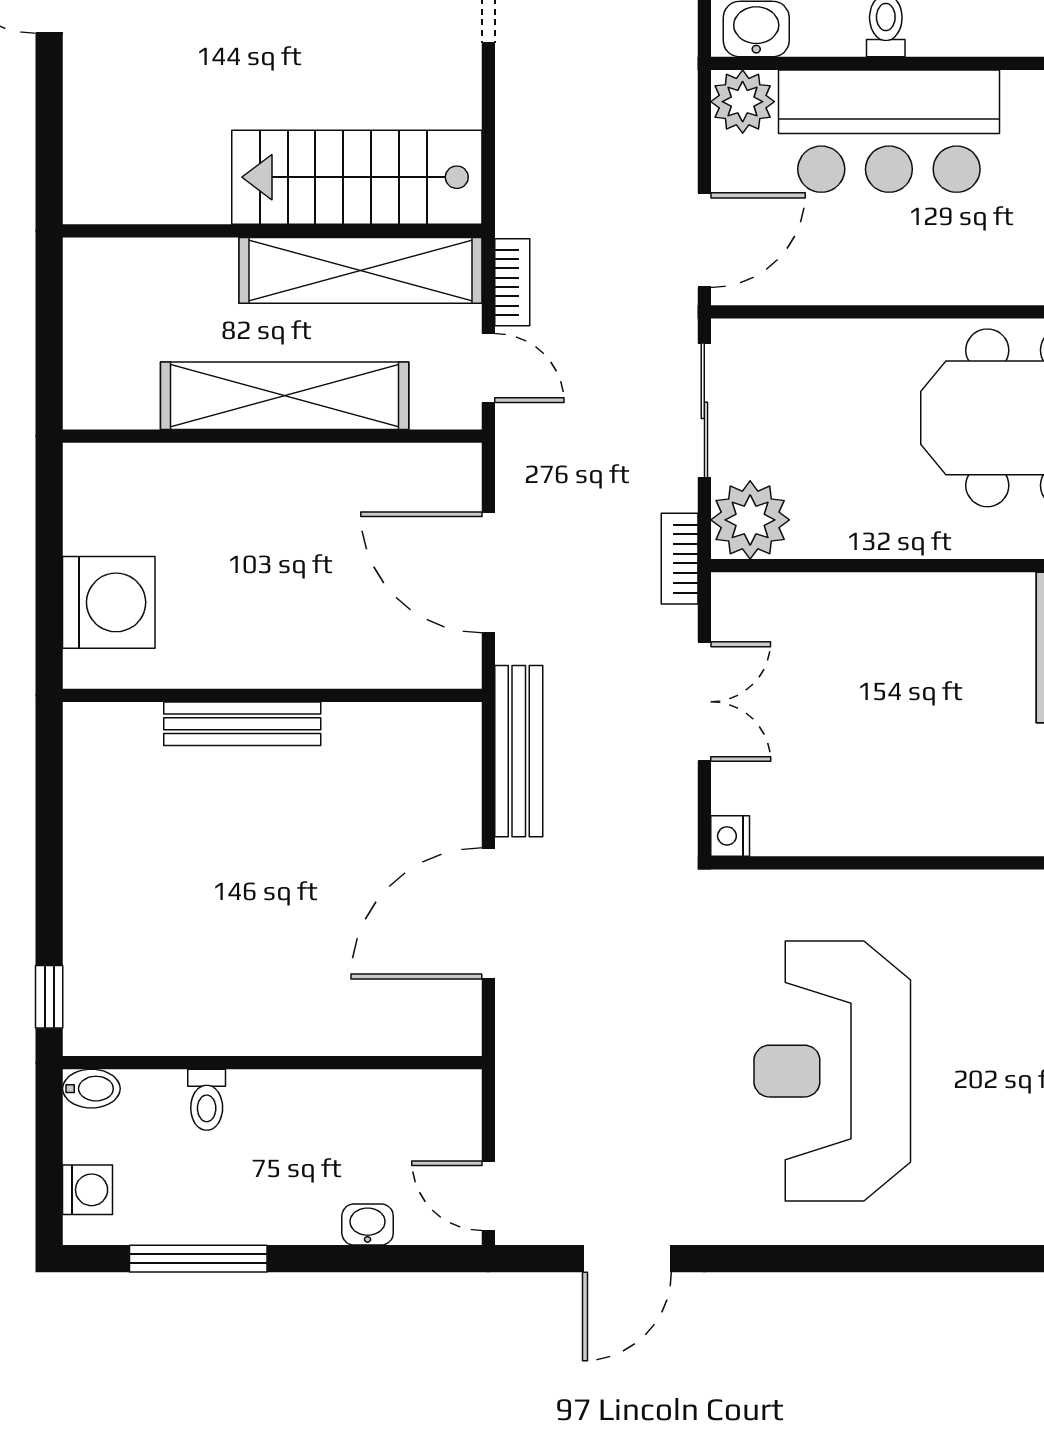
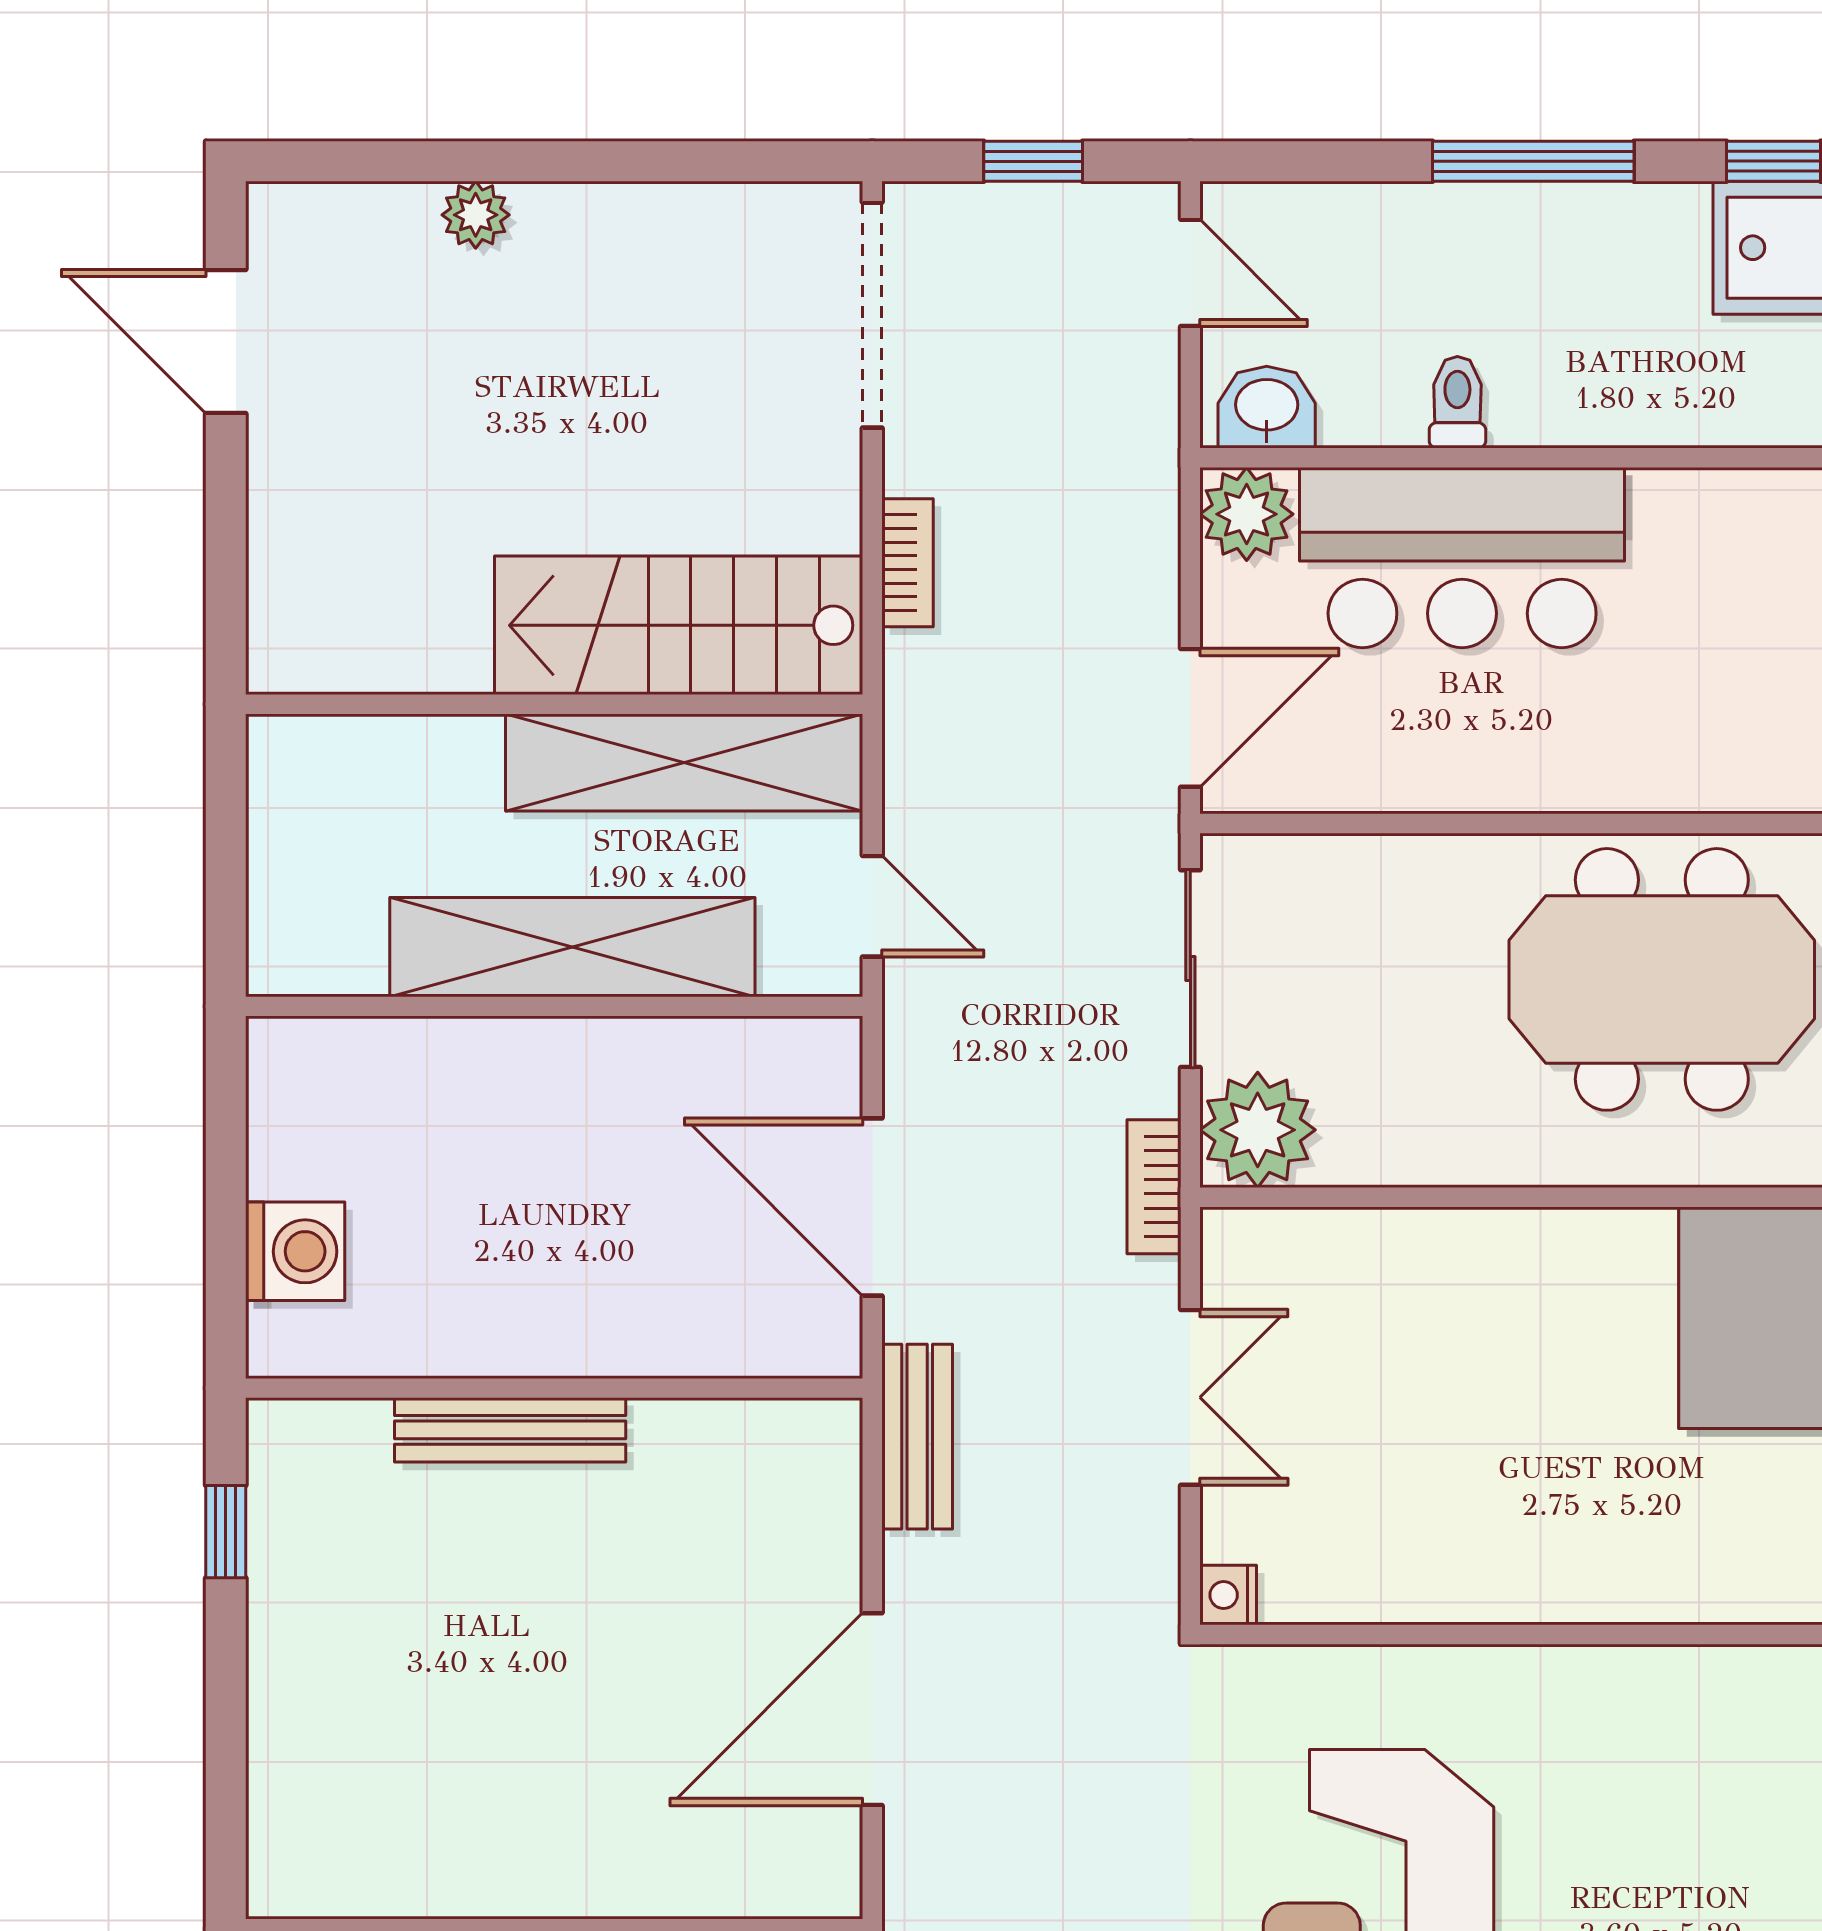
bookcase: (512, 282) -> (907, 563), moved
washing machine: (109, 602) -> (295, 1251), width x0.73, depth x0.73
bench: (519, 751) -> (917, 1437), width x0.73
window: (49, 997) -> (226, 1532), moved

